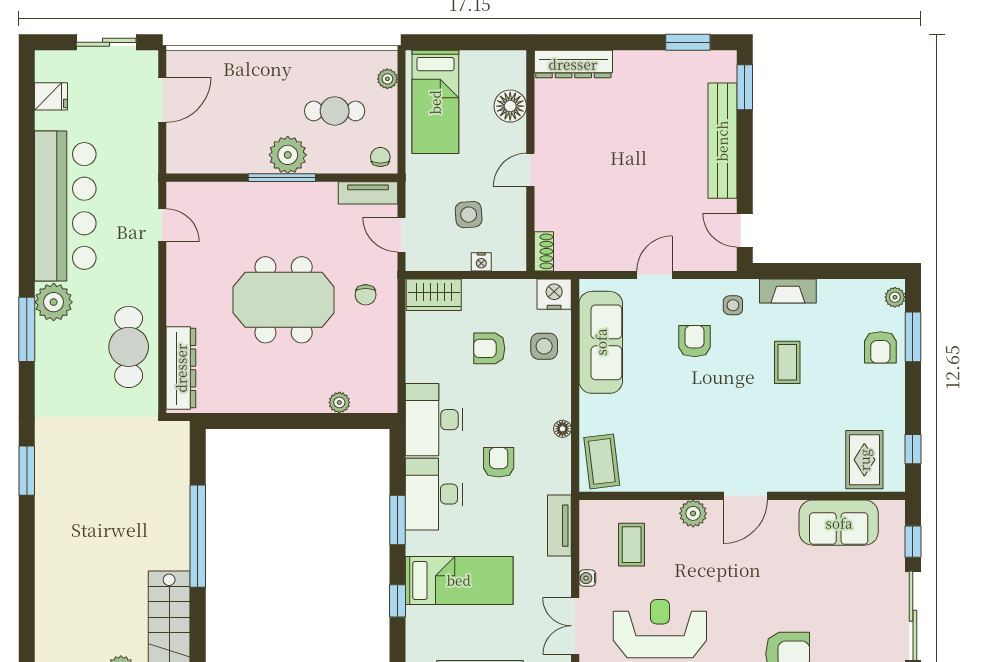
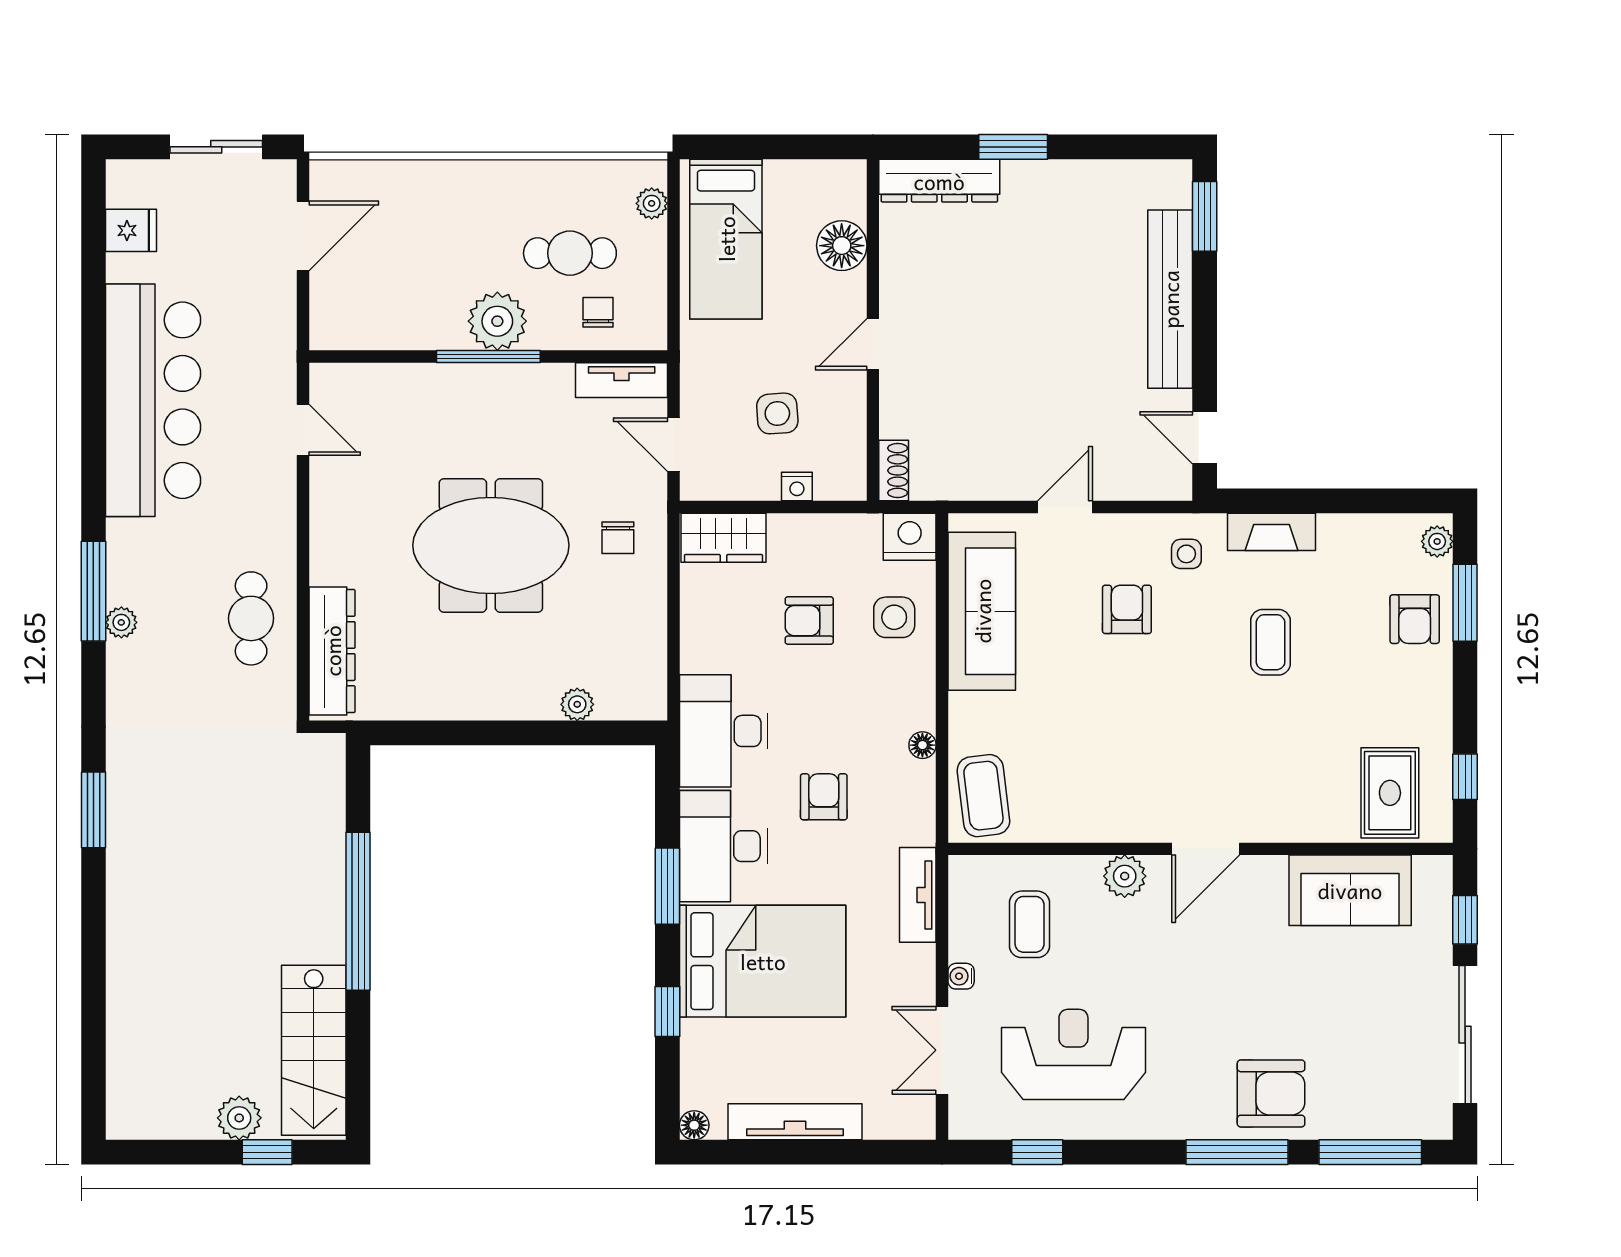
window: (688, 42) -> (1013, 147), moved
chair: (380, 157) -> (598, 312), moved
plant: (54, 302) -> (121, 622), moved, width x0.53, depth x0.53
cafe table: (129, 347) -> (251, 618), width x0.73, depth x0.74
bed: (459, 580) -> (763, 961), width x1.50

